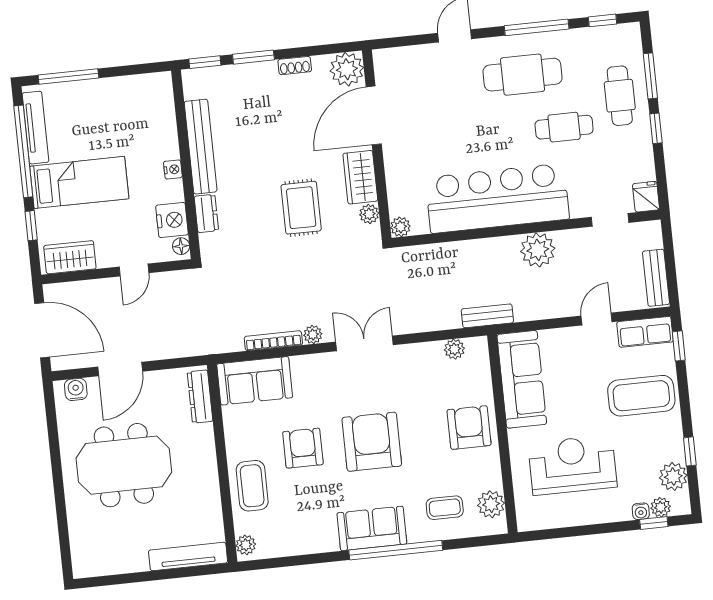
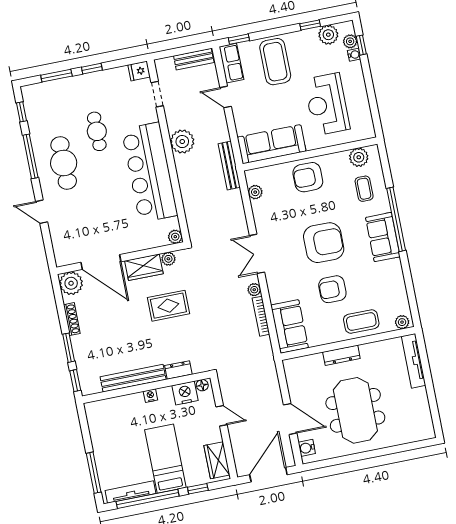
shoe rack: (295, 66) -> (72, 319), width x1.43
cafe table: (620, 96) -> (72, 95), removed
bench: (487, 316) -> (229, 166), width x1.36
dresser: (200, 397) -> (341, 355), moved
armchair: (372, 442) -> (324, 243), turned 180

